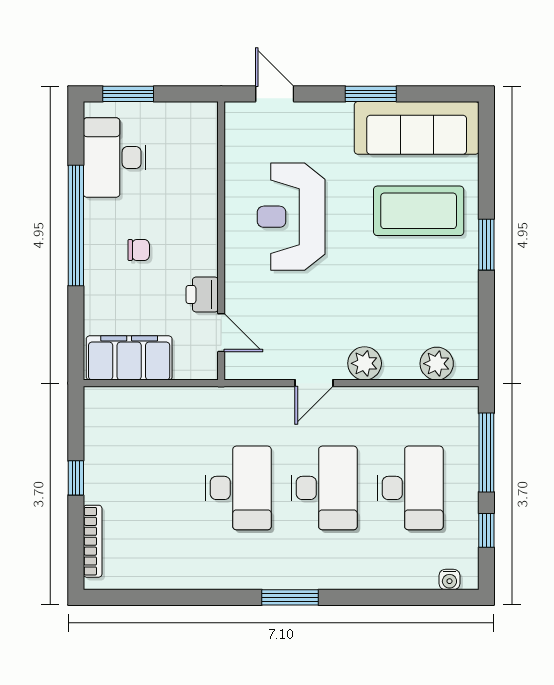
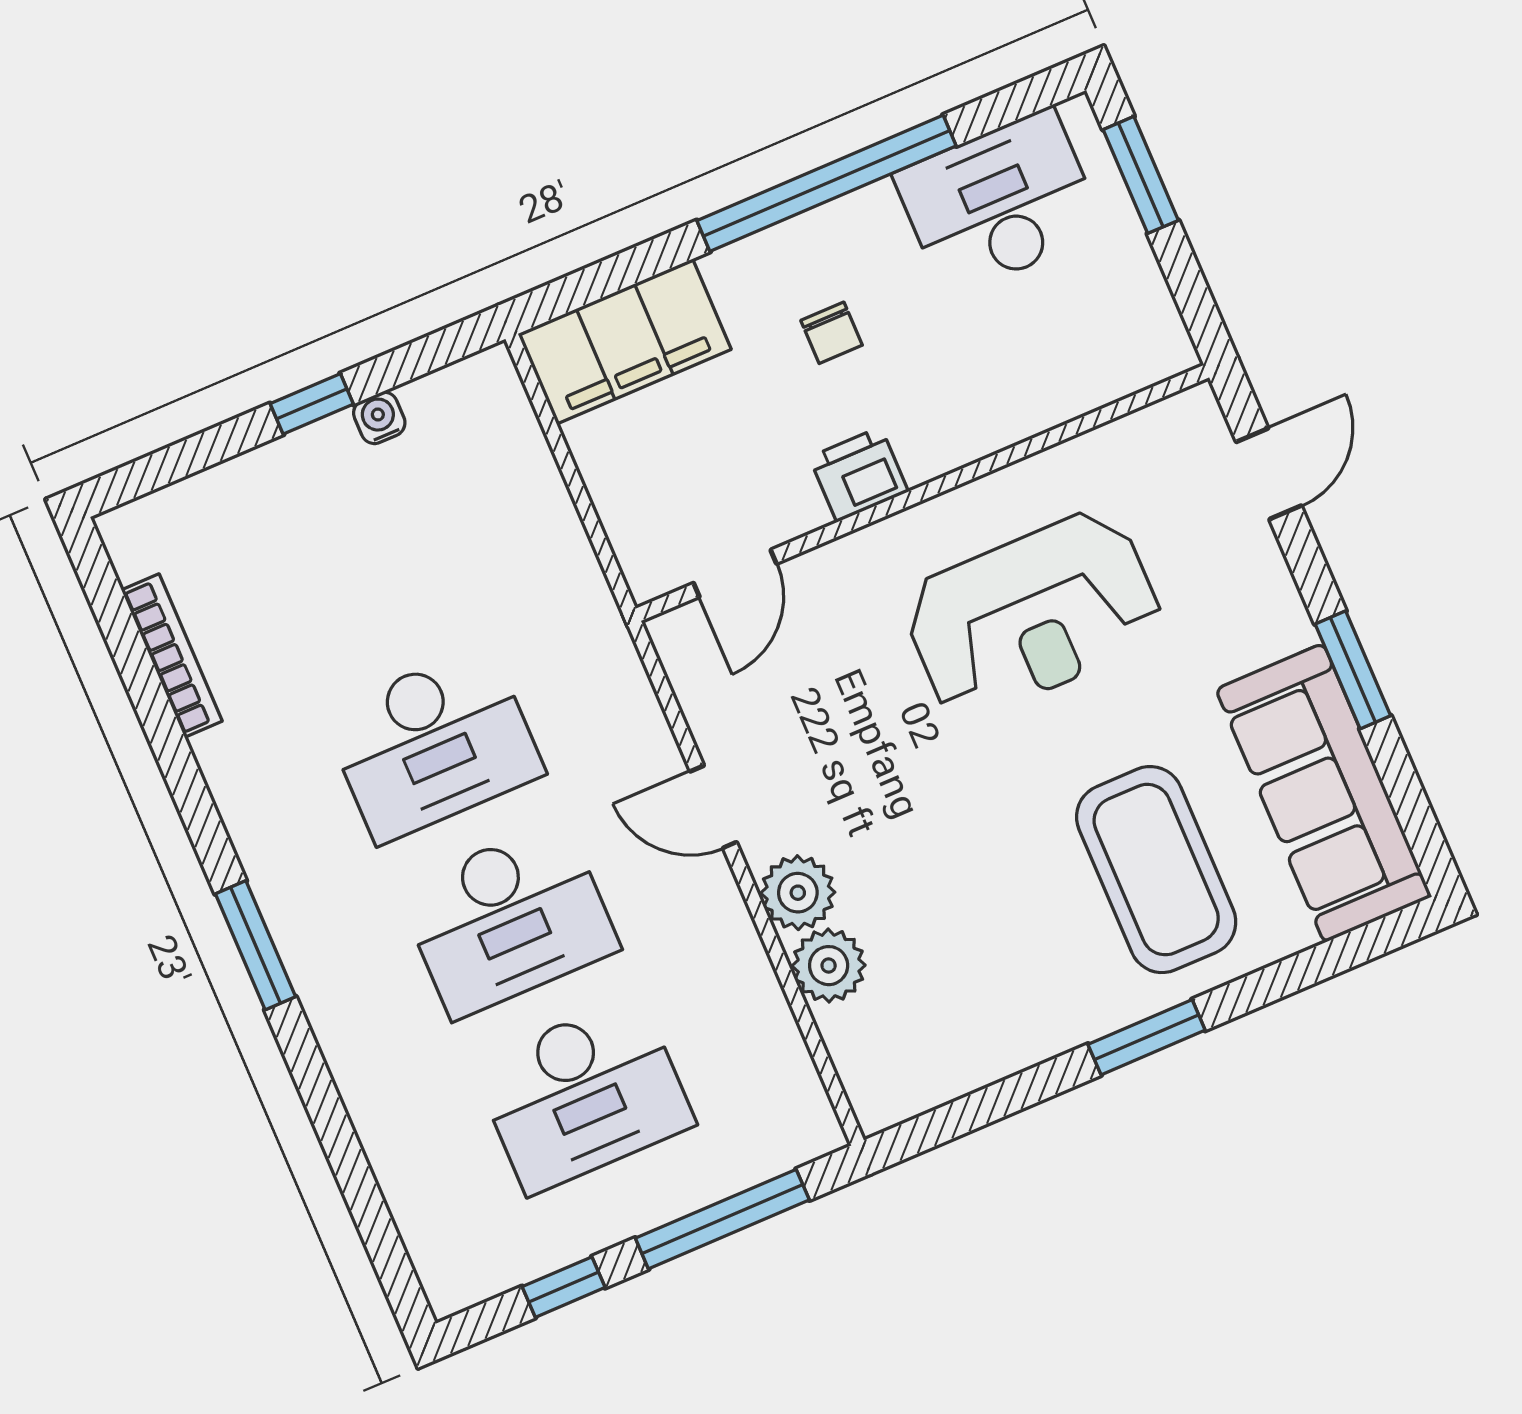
reception desk: (291, 217) -> (1033, 615), turned 180
printer: (202, 295) -> (859, 474), moved
filing cabinet: (129, 358) -> (625, 342), moved, turned 90
plant: (437, 364) -> (829, 966), moved
bookcase: (93, 541) -> (172, 656), moved, turned -90
water cooler: (449, 580) -> (379, 418), moved, turned 90

